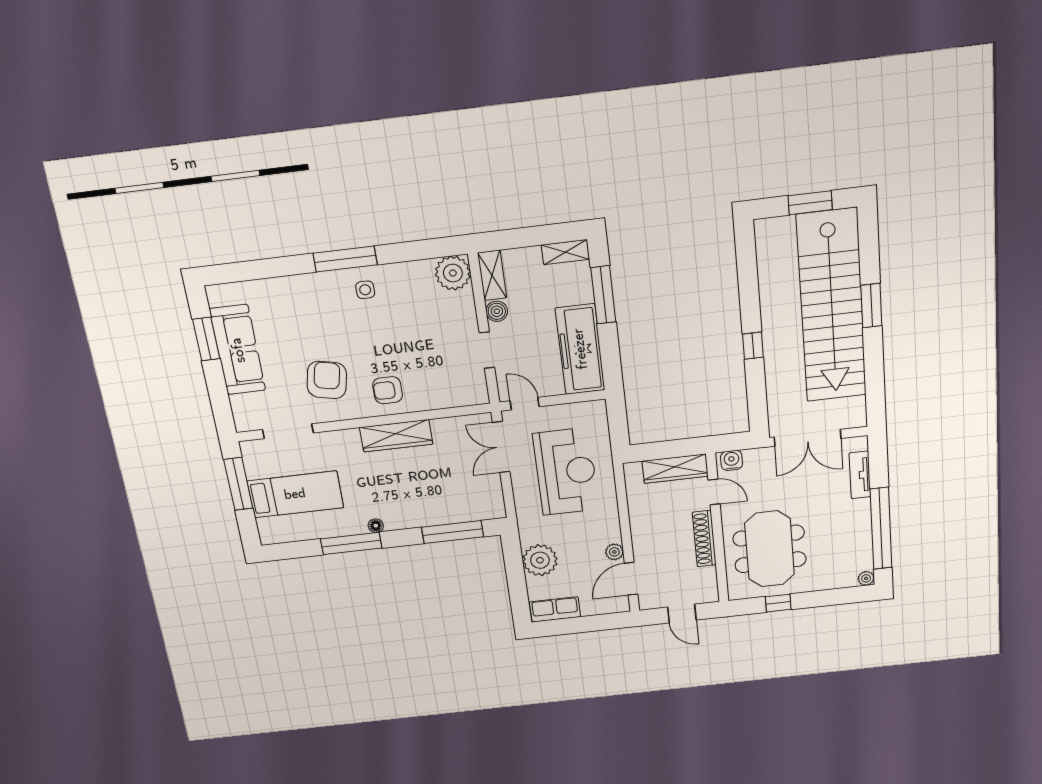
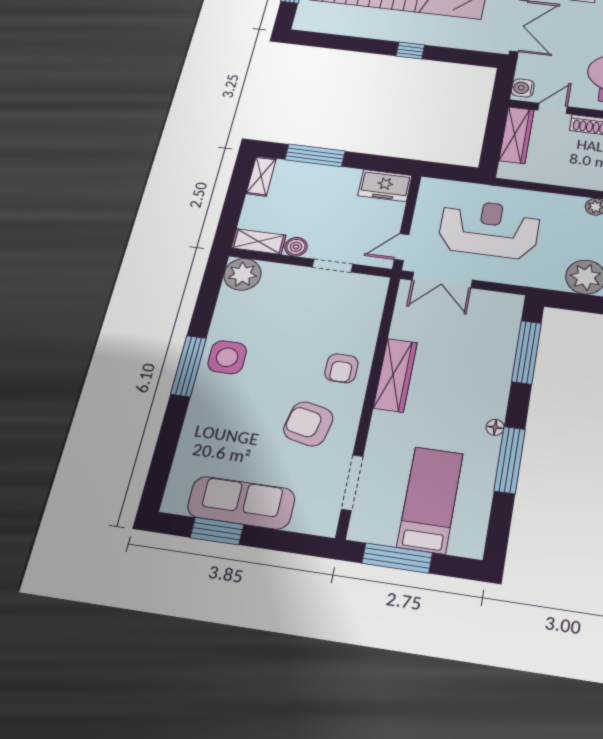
side table: (365, 290) -> (227, 357), width x1.87, depth x1.87
freezer: (580, 349) -> (385, 186), width x0.52, depth x0.79

